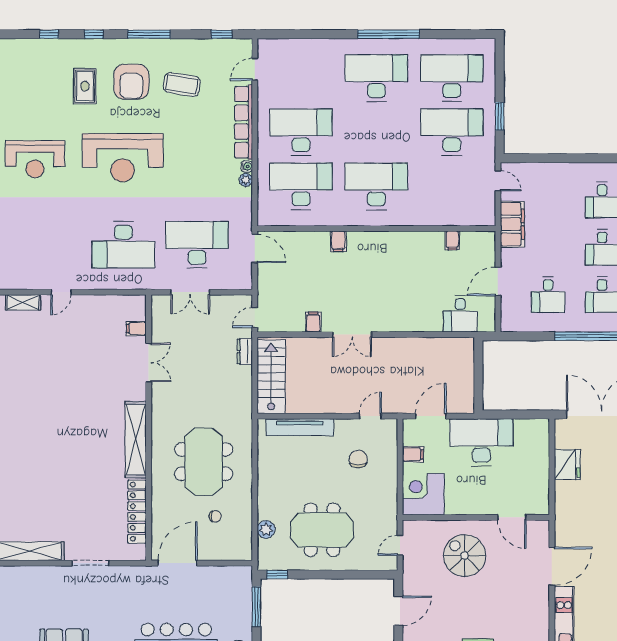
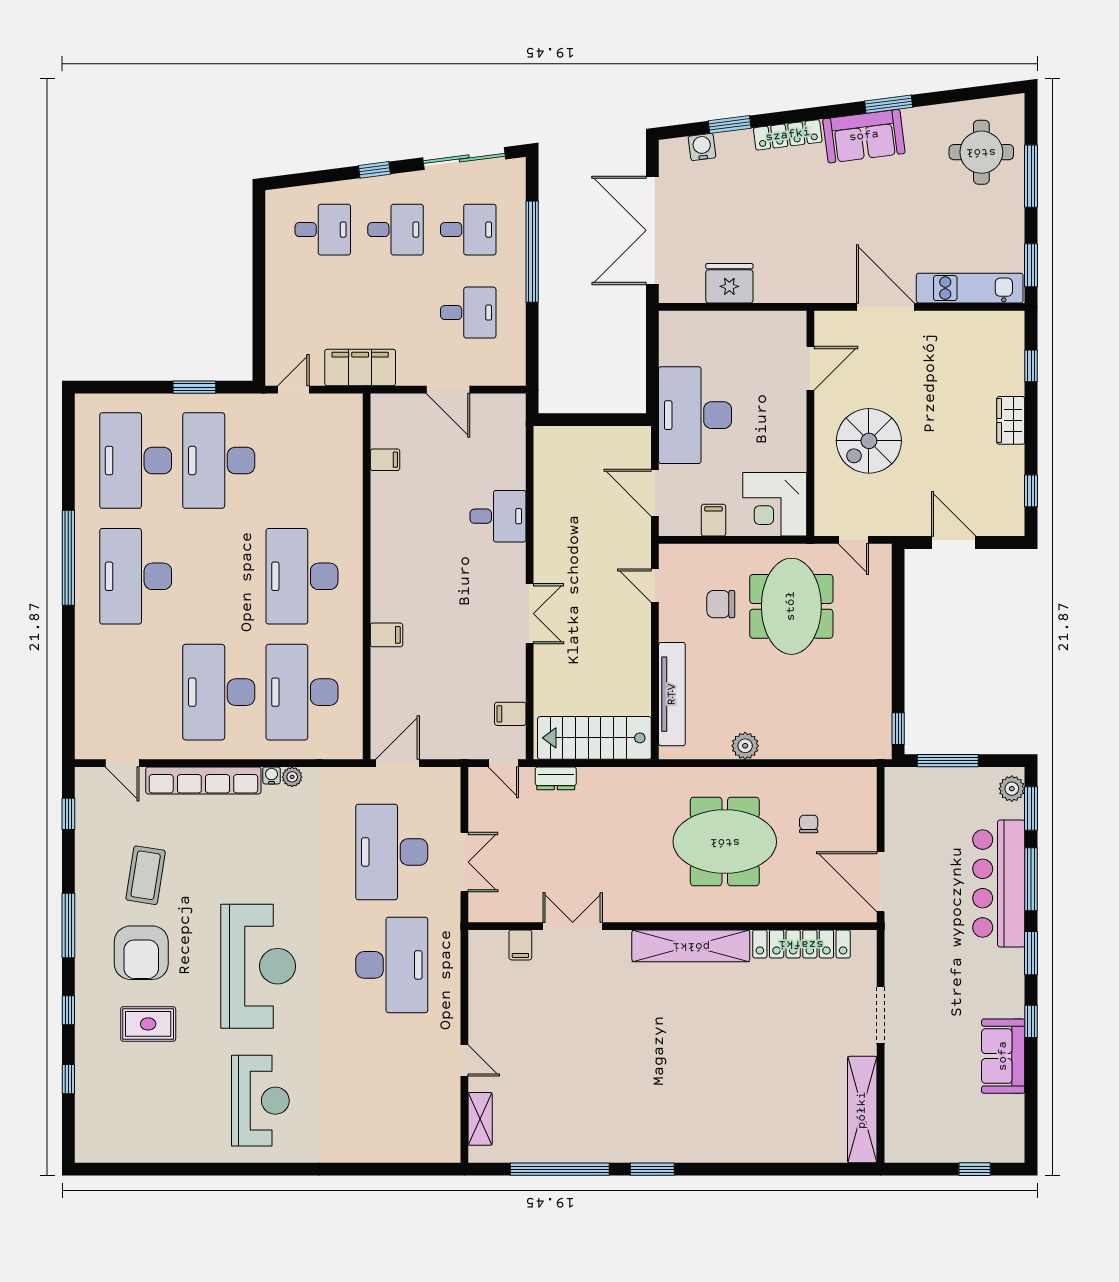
armchair: (131, 82) -> (141, 953), turned 90
desk: (460, 314) -> (498, 516), moved
filing cabinet: (313, 322) -> (510, 714), moved
plant: (266, 529) -> (745, 746), moved
meeting table: (322, 530) -> (791, 606), moved

